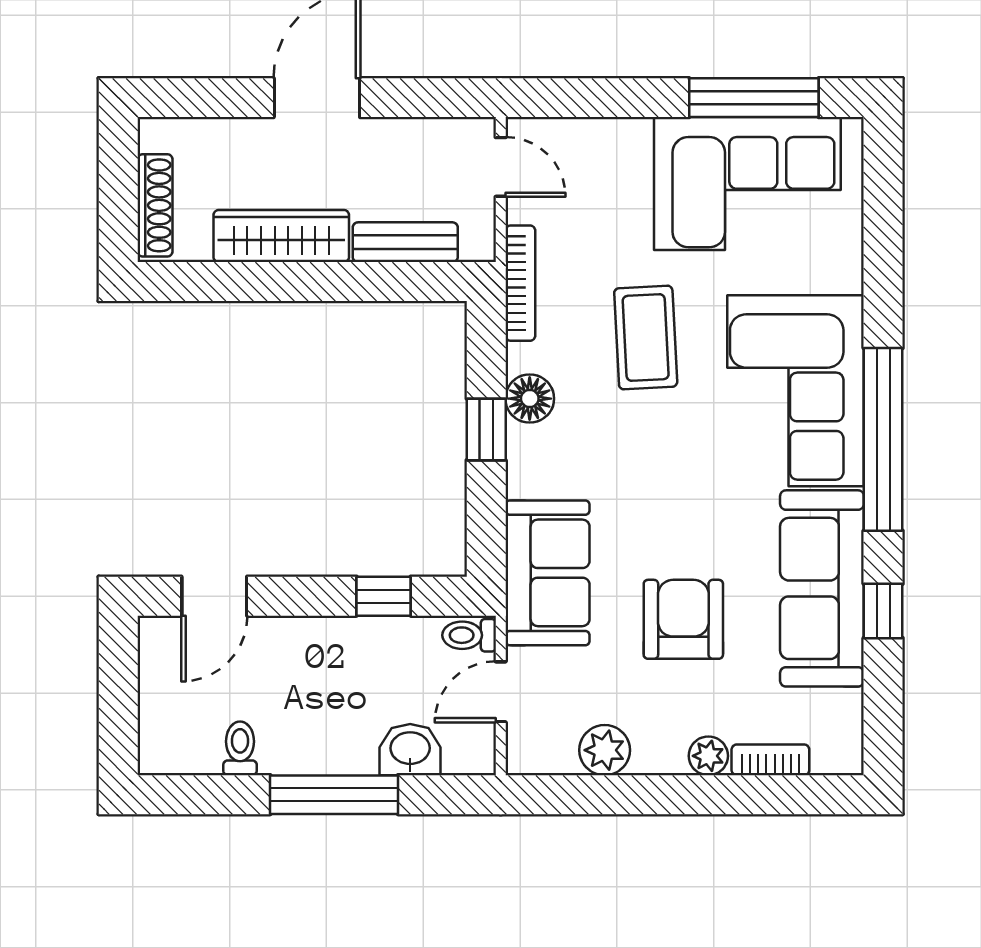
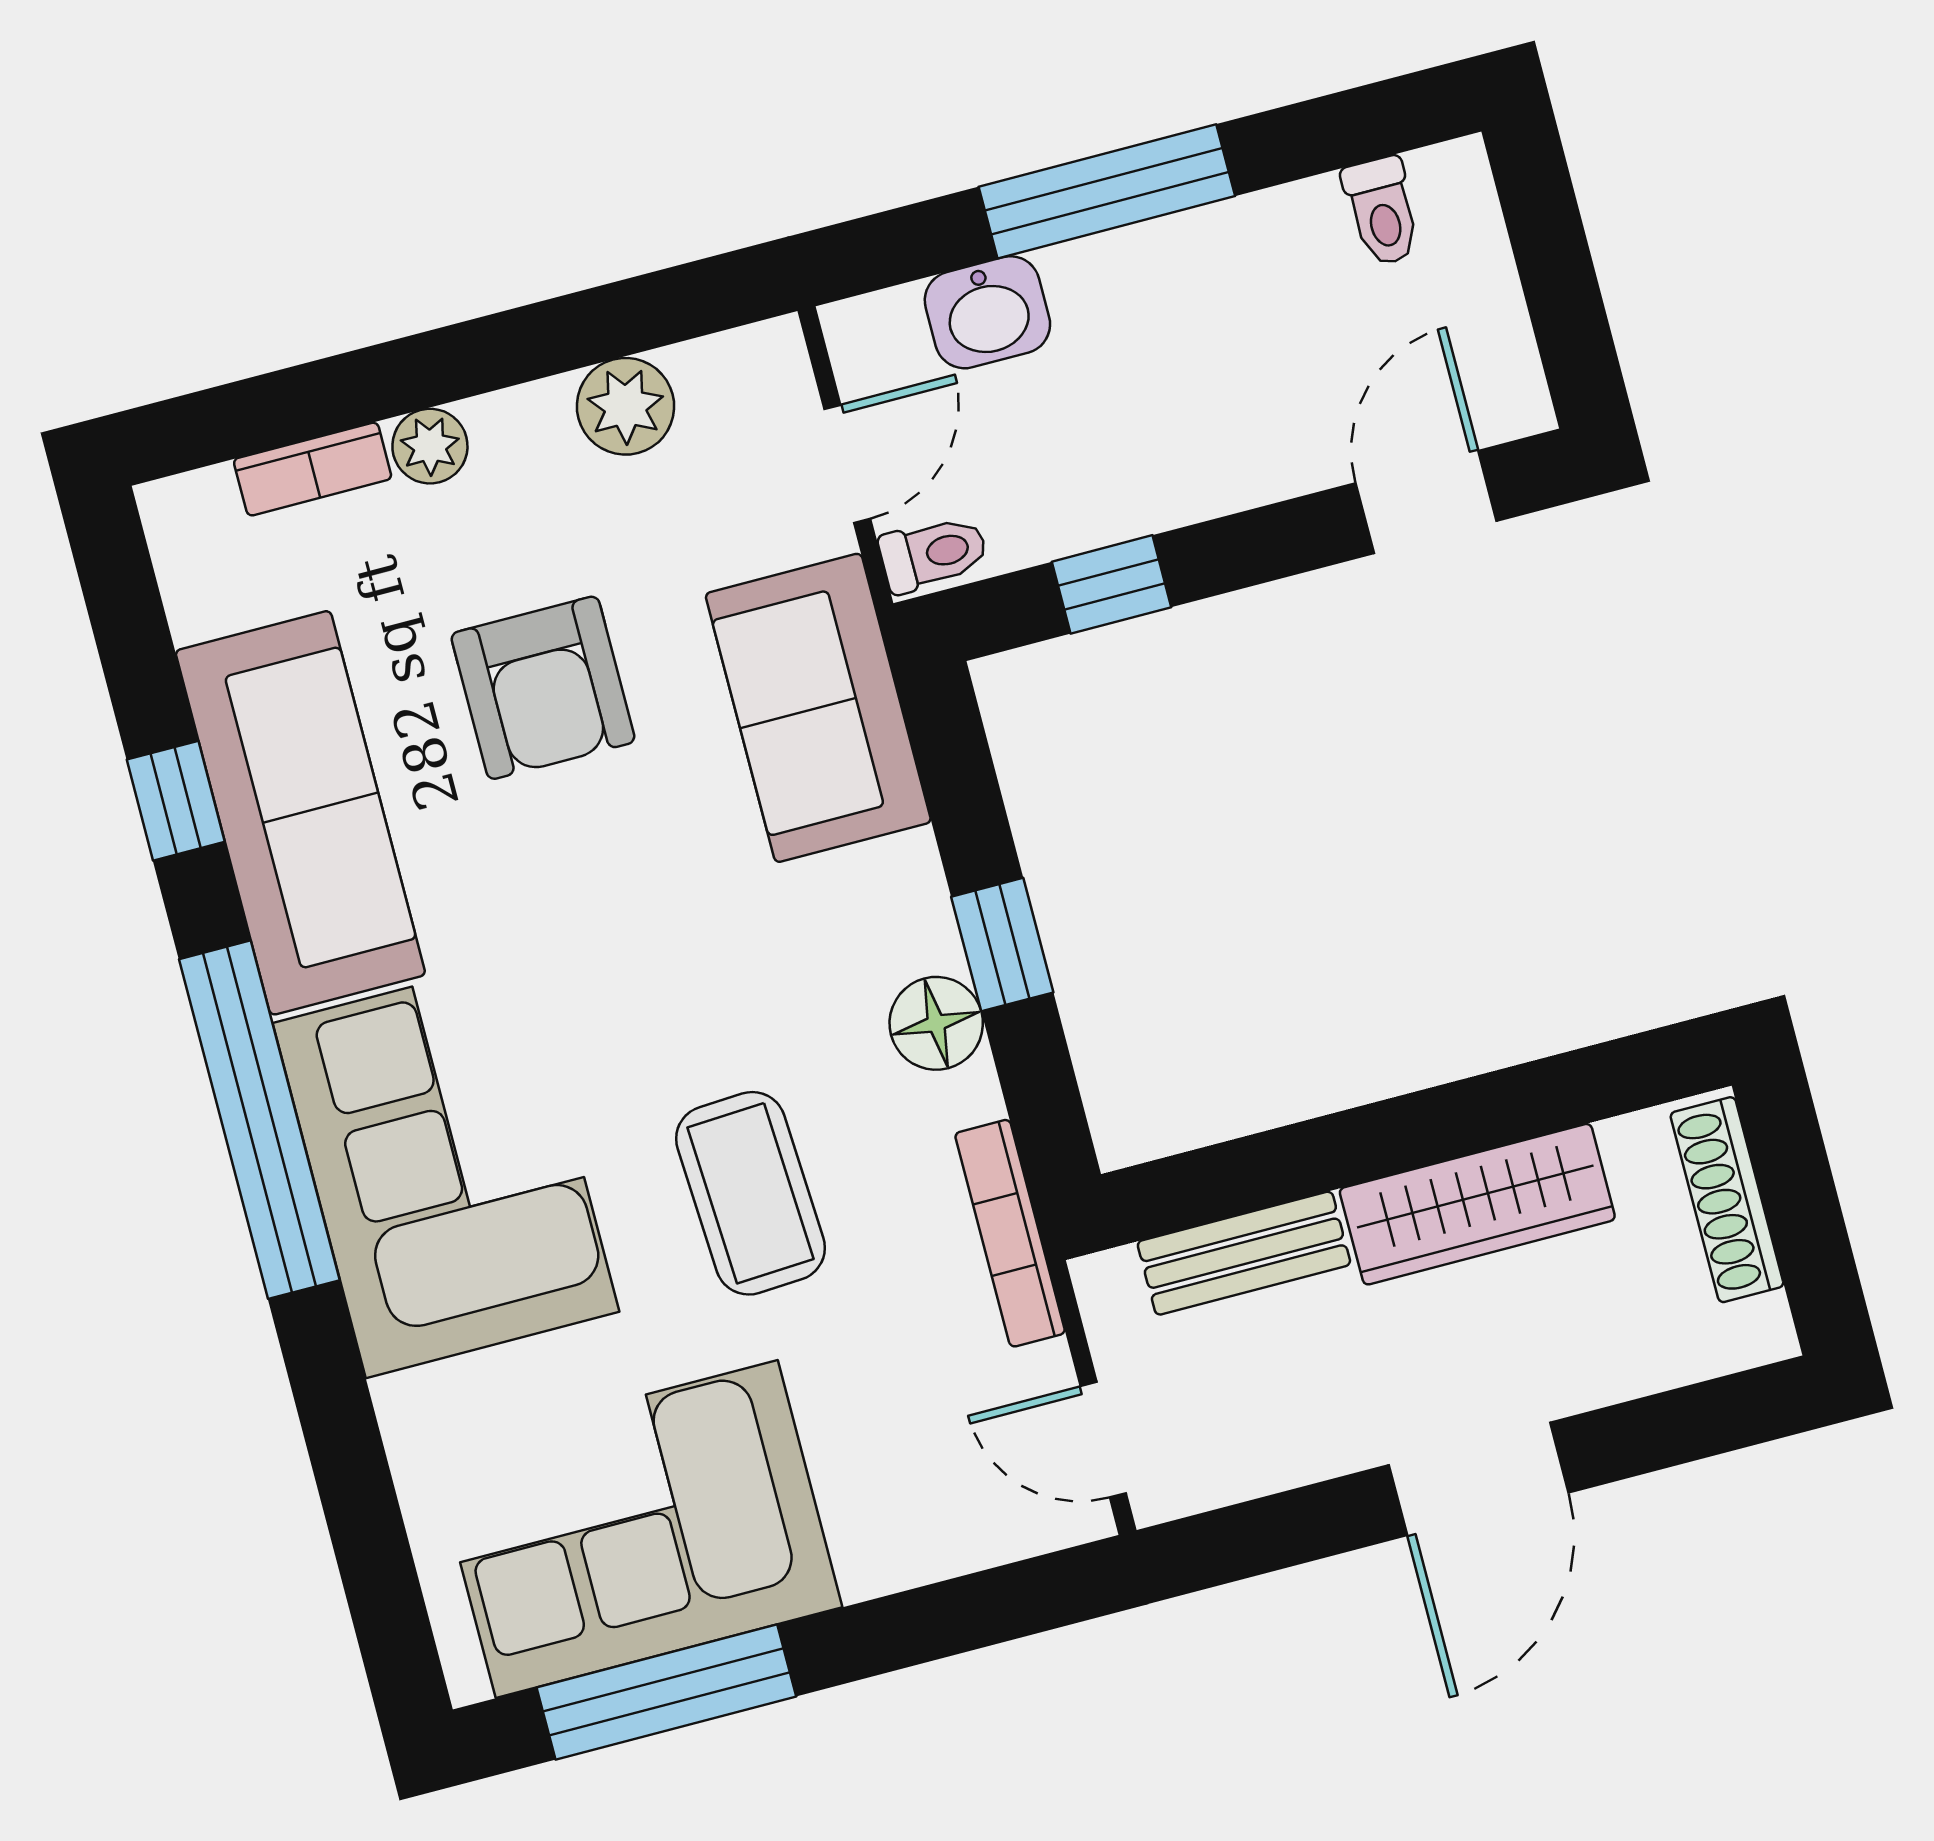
toilet: (240, 748) -> (1382, 211), moved

